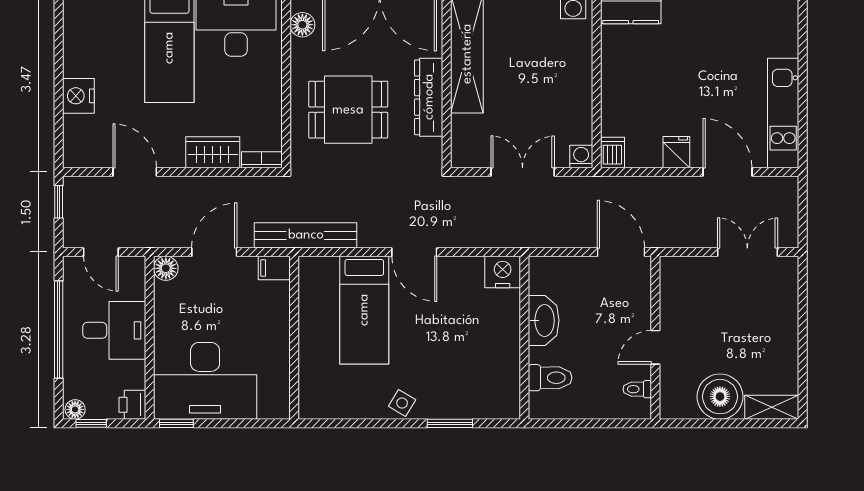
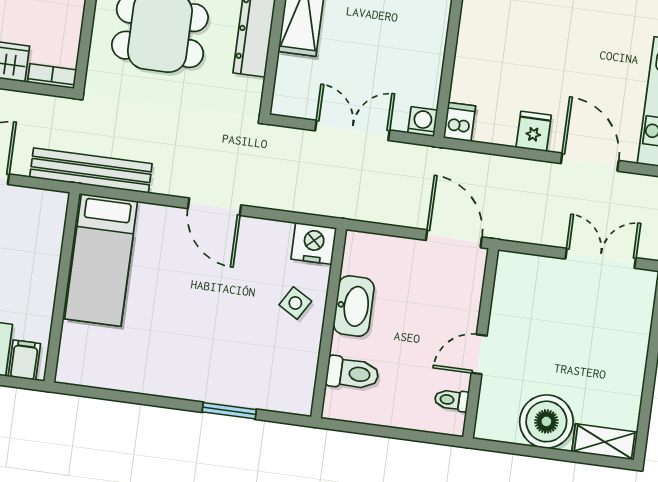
filing cabinet: (274, 268) -> (24, 360), moved, turned 90
bed: (364, 310) -> (101, 260), moved
side table: (402, 403) -> (295, 303), moved

